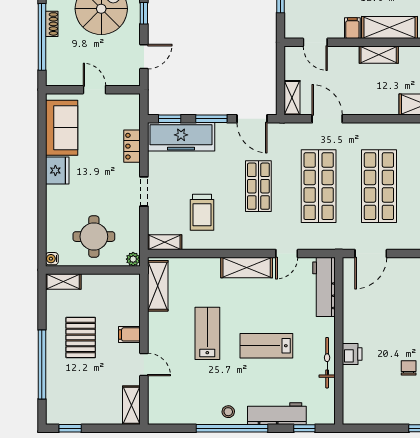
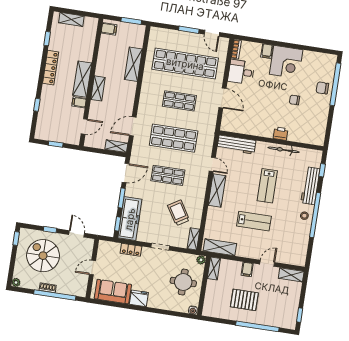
shop shelf: (379, 186) -> (179, 101), width x0.70, depth x0.74
trolley: (202, 212) -> (179, 213), turned -122
door: (371, 254) -> (222, 98), moved
shelving: (63, 282) -> (214, 269), moved
lab bench: (207, 333) -> (254, 221), turned 180

